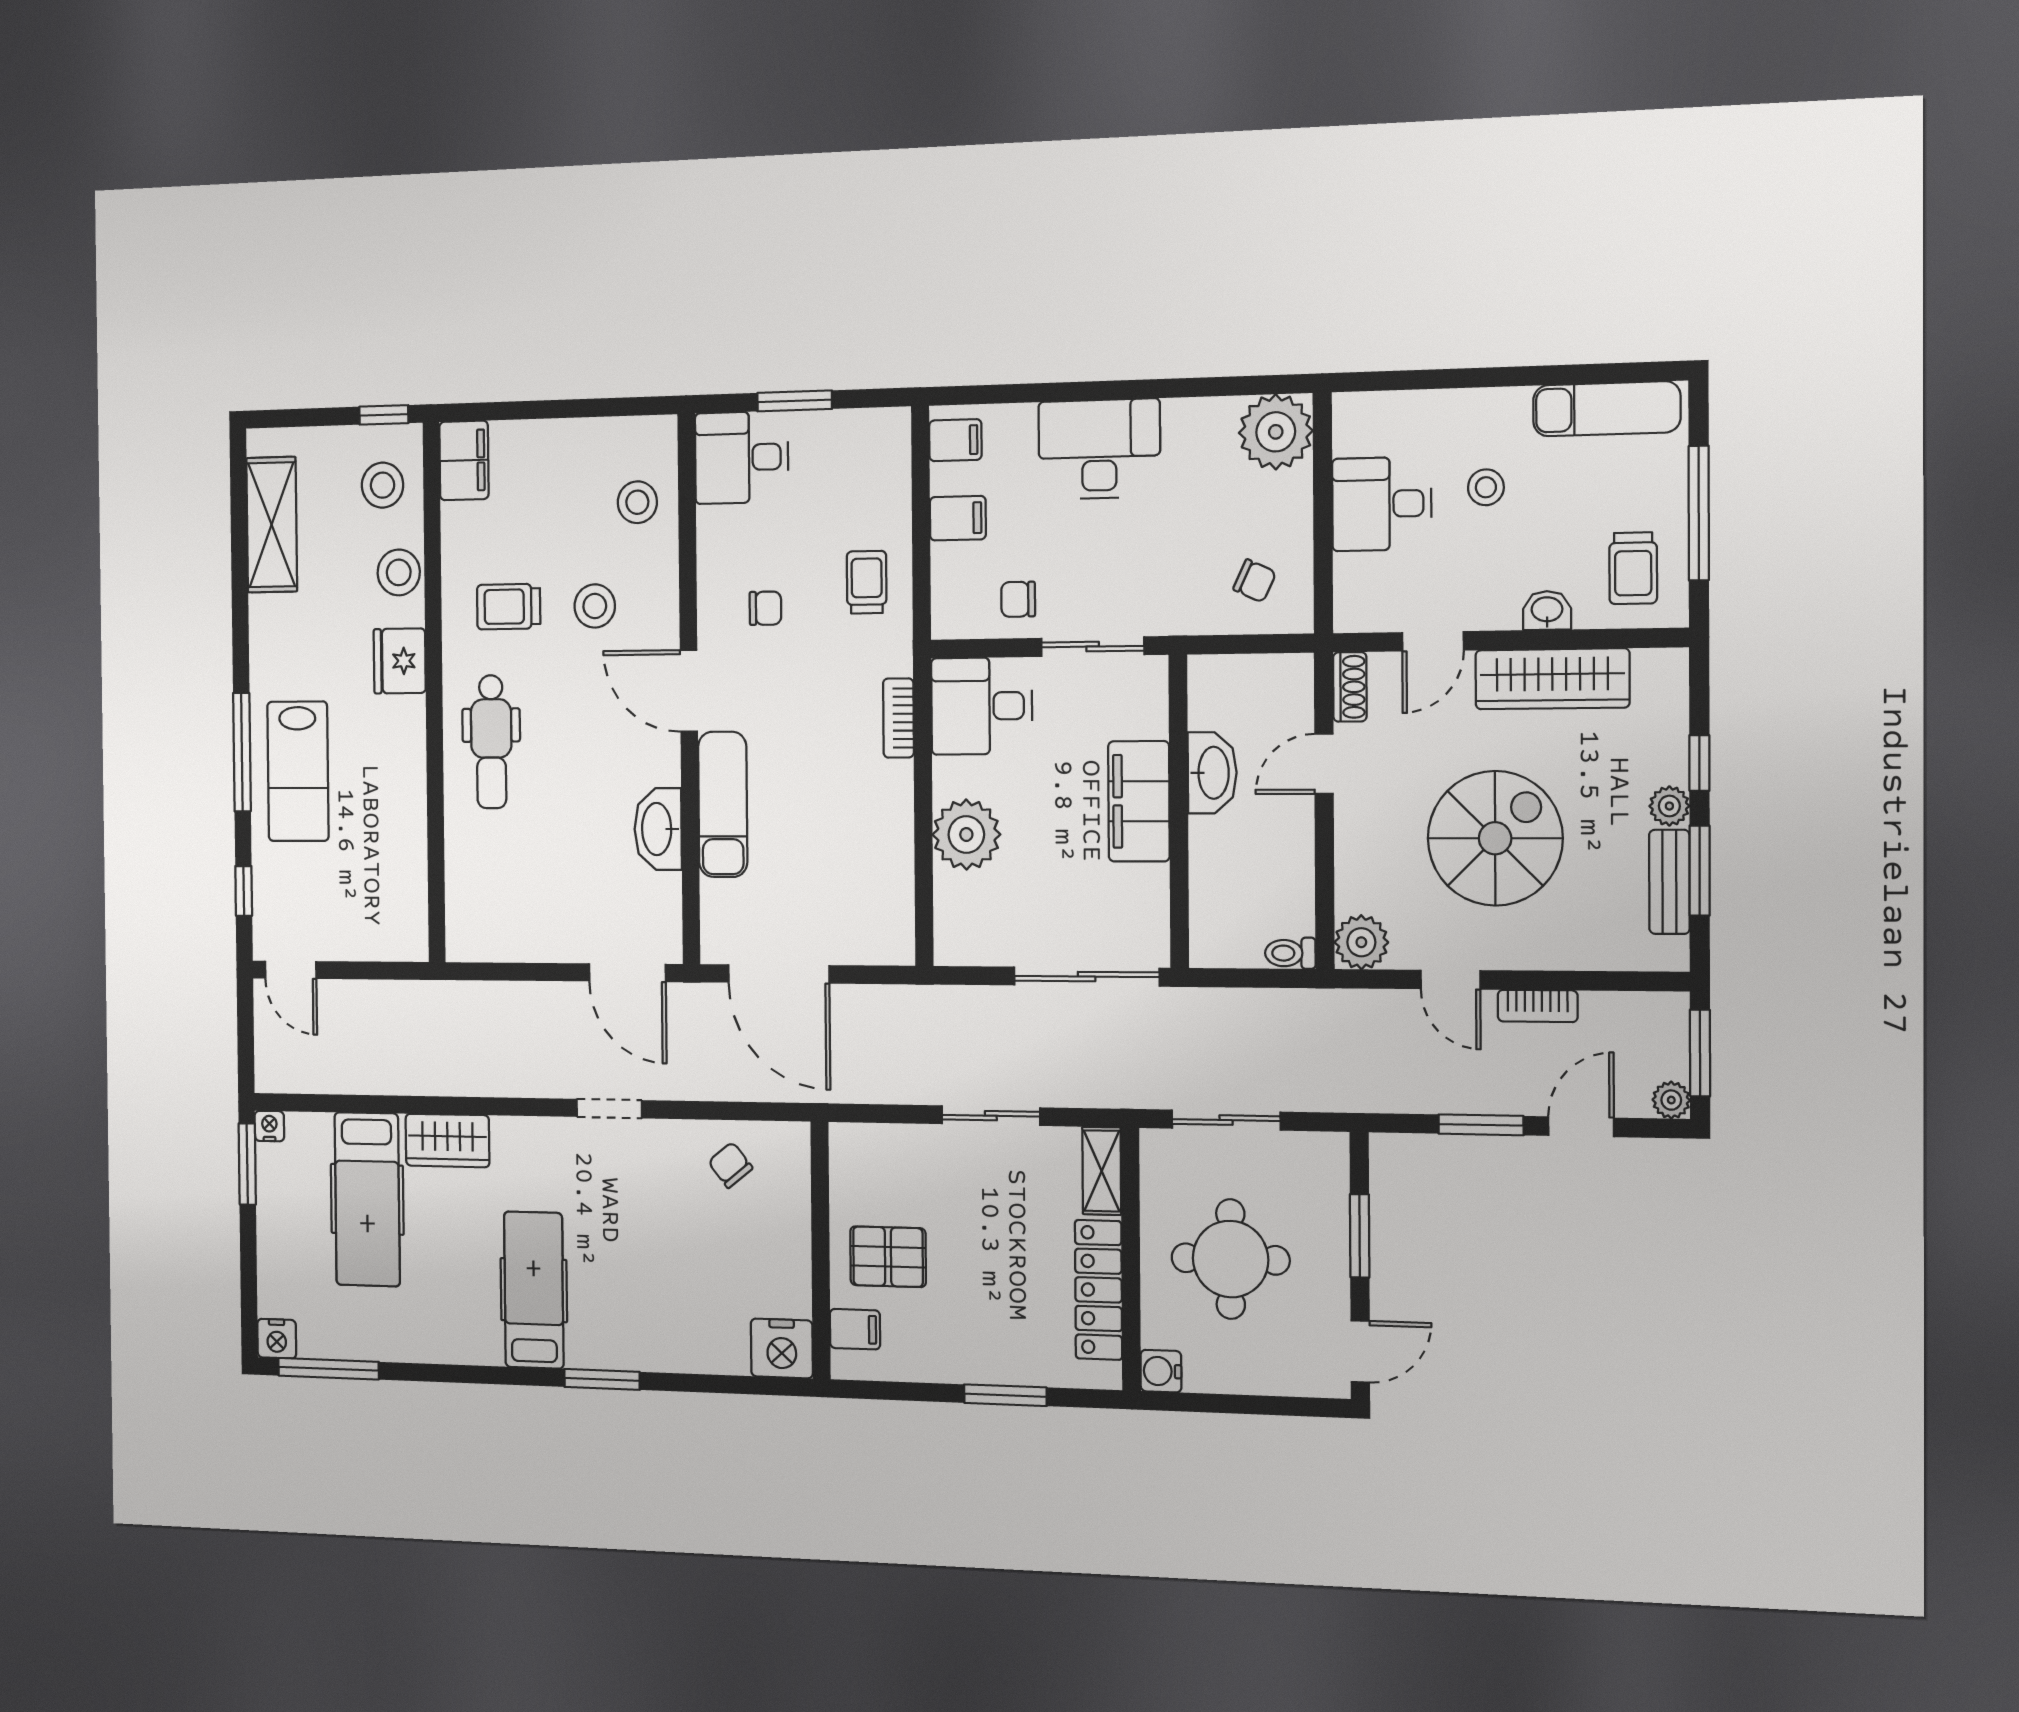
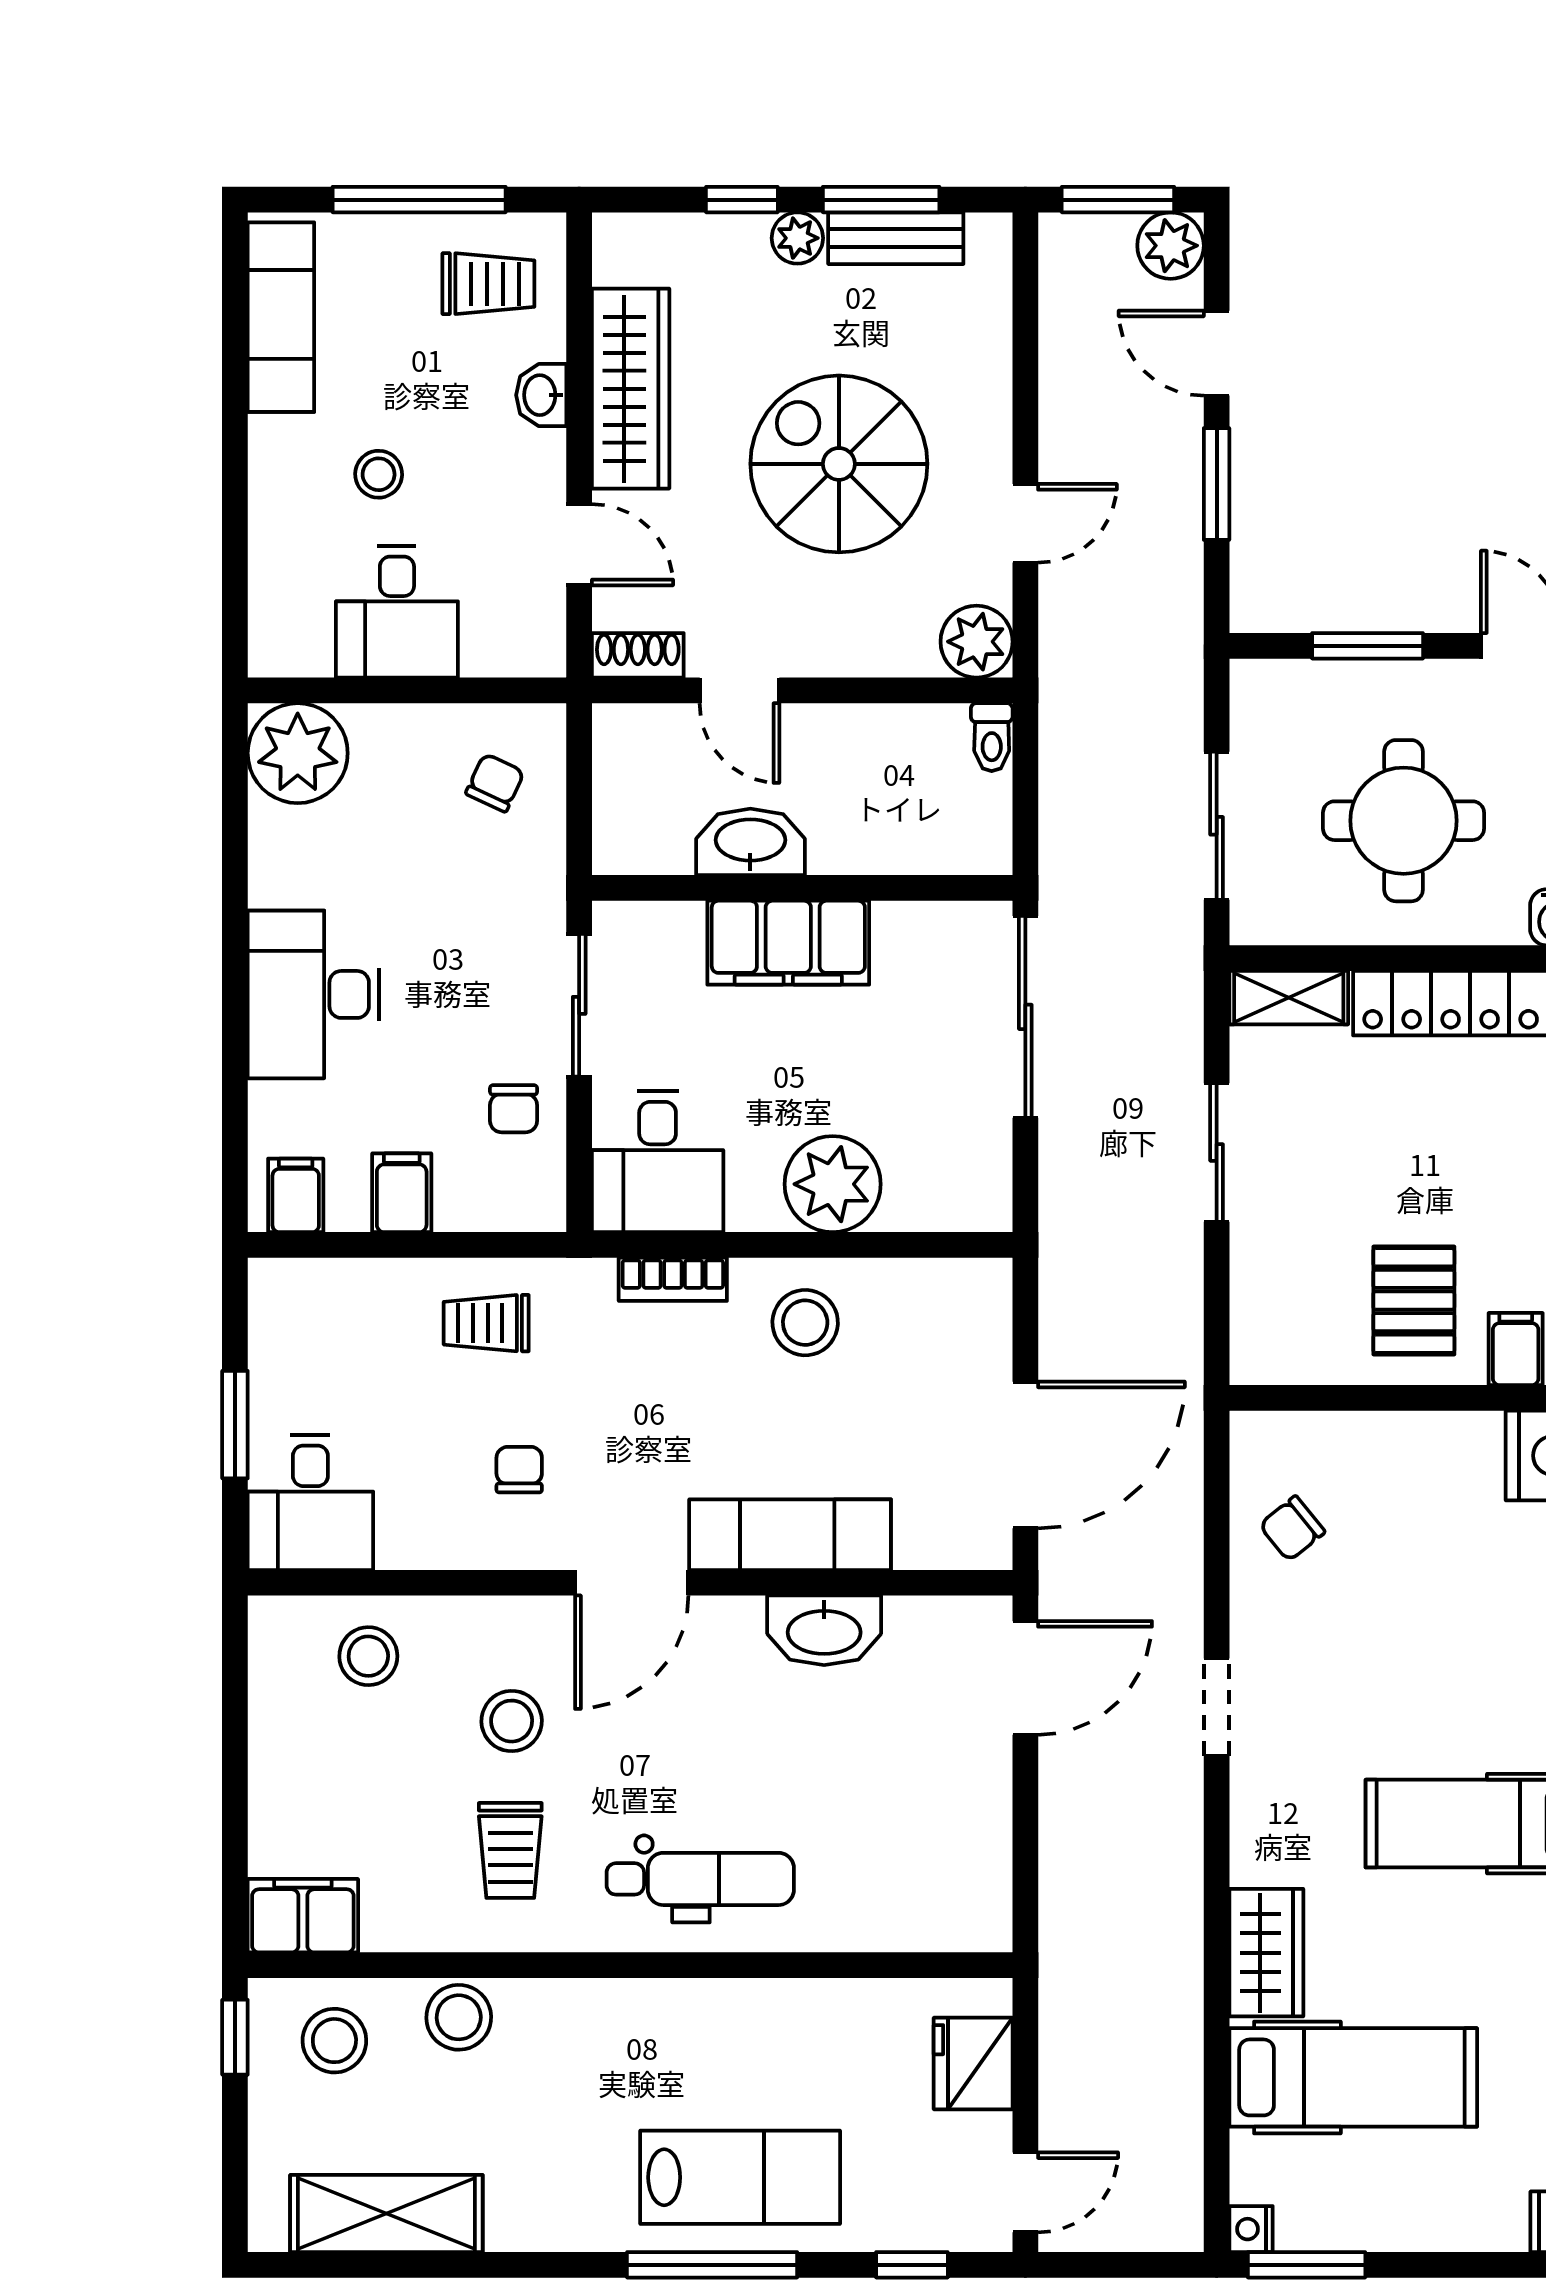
fridge: (400, 661) -> (973, 2064), moved, turned 90
stool: (869, 815) -> (805, 1323), added
bookcase: (1538, 1006) -> (1059, 409), removed
plant: (1671, 1100) -> (1171, 246), width x1.38, depth x1.38

